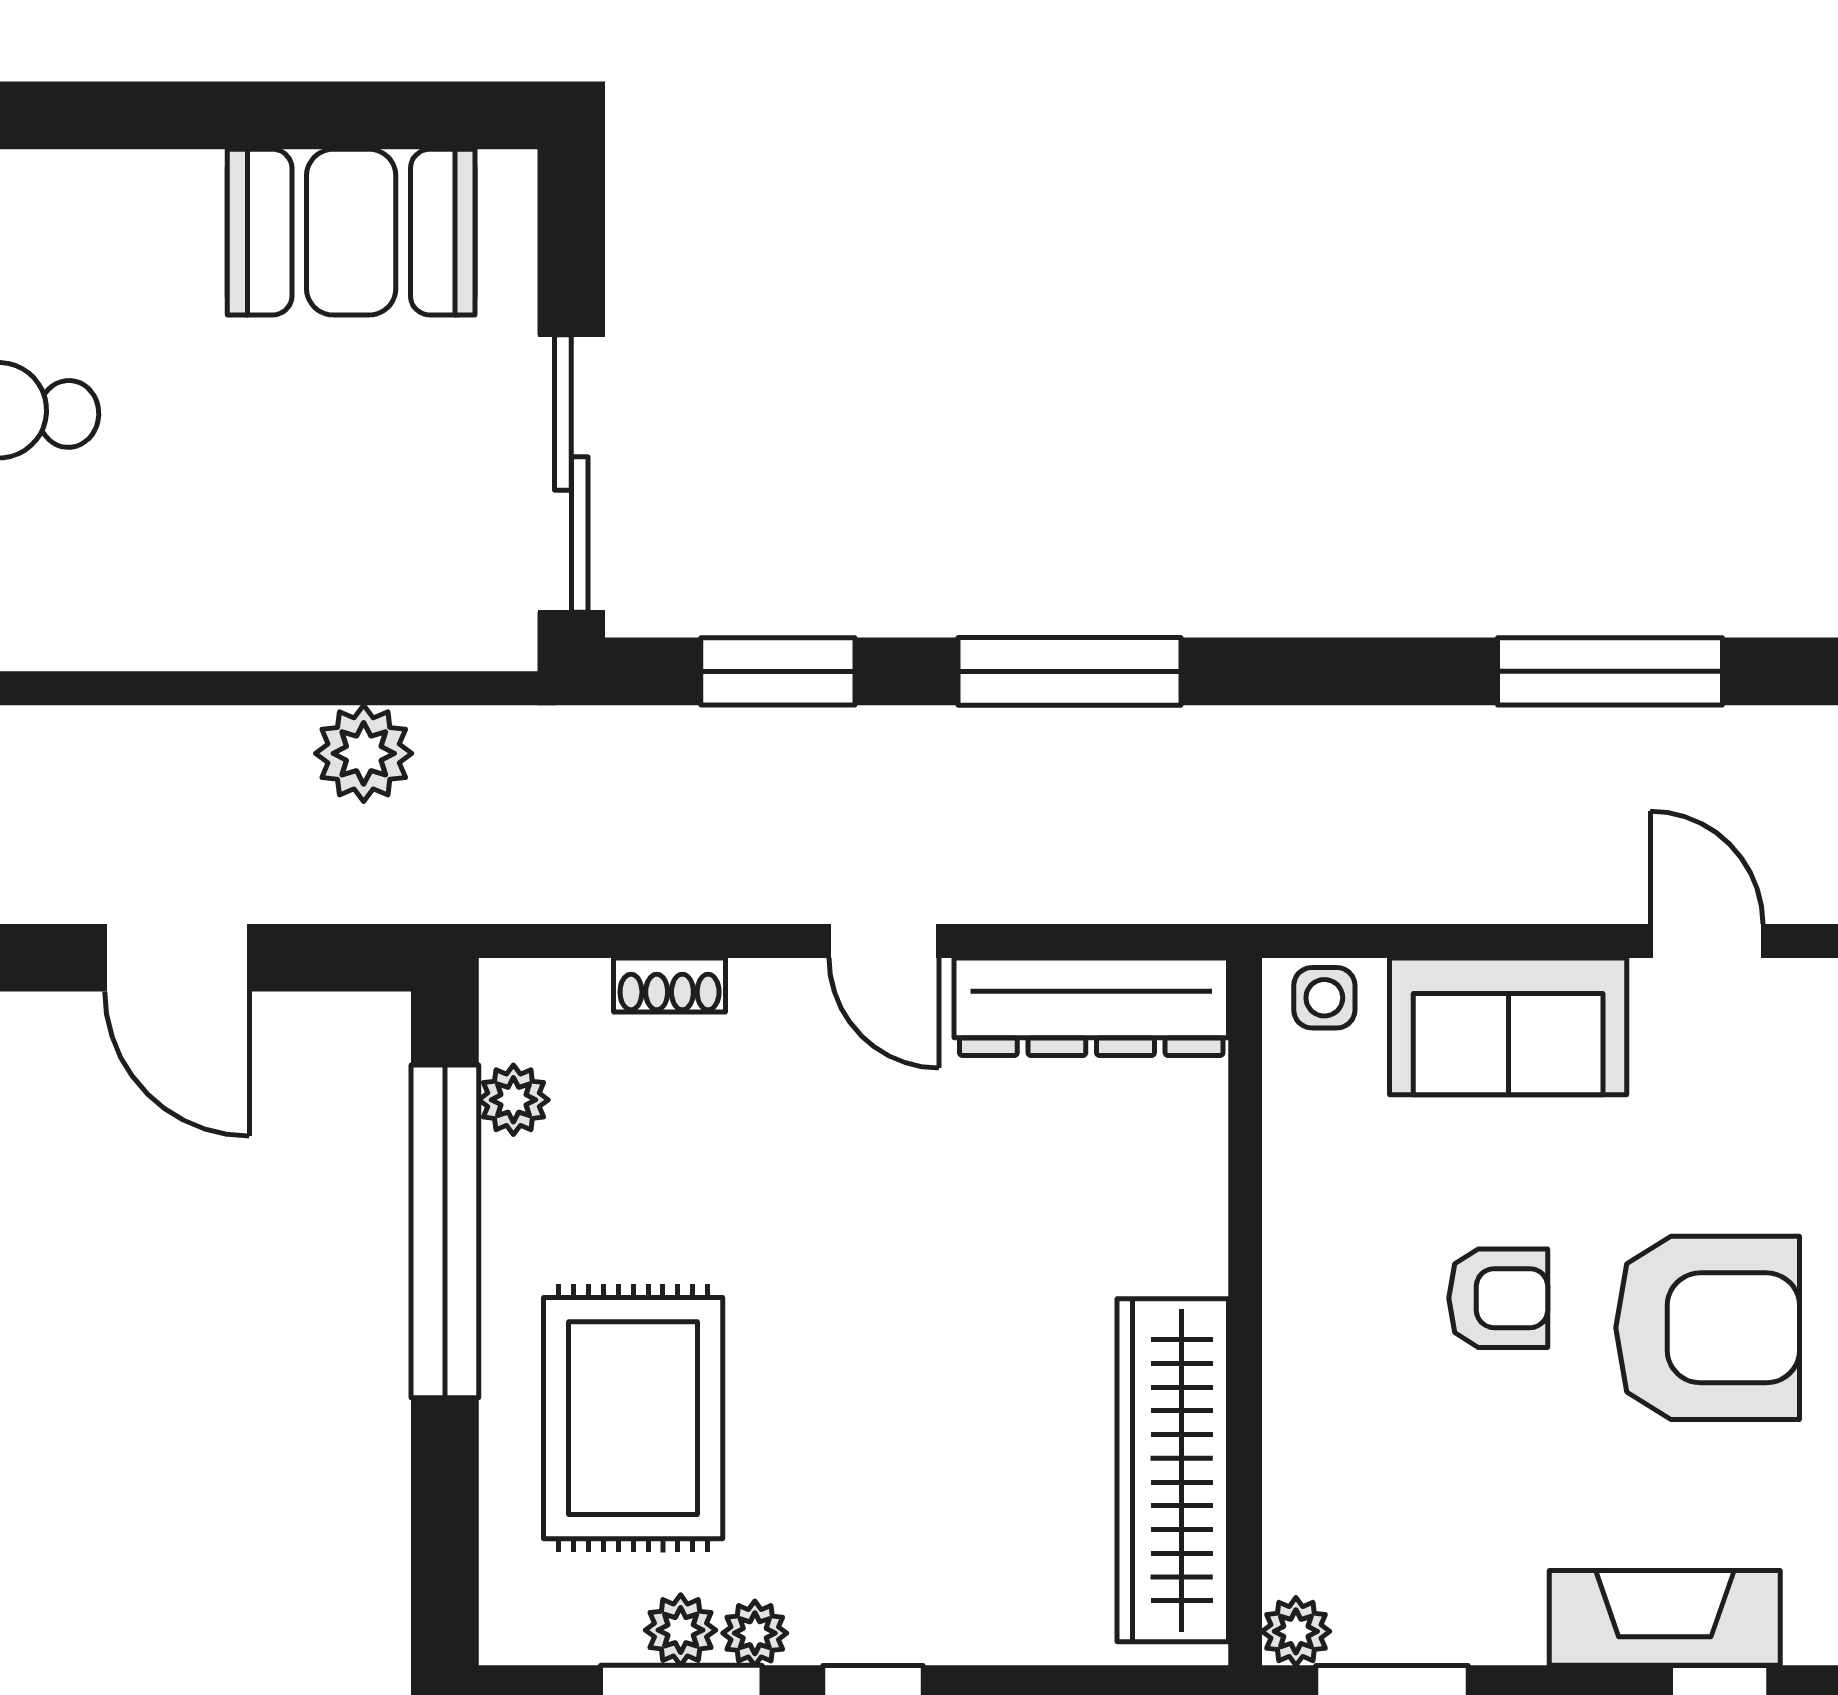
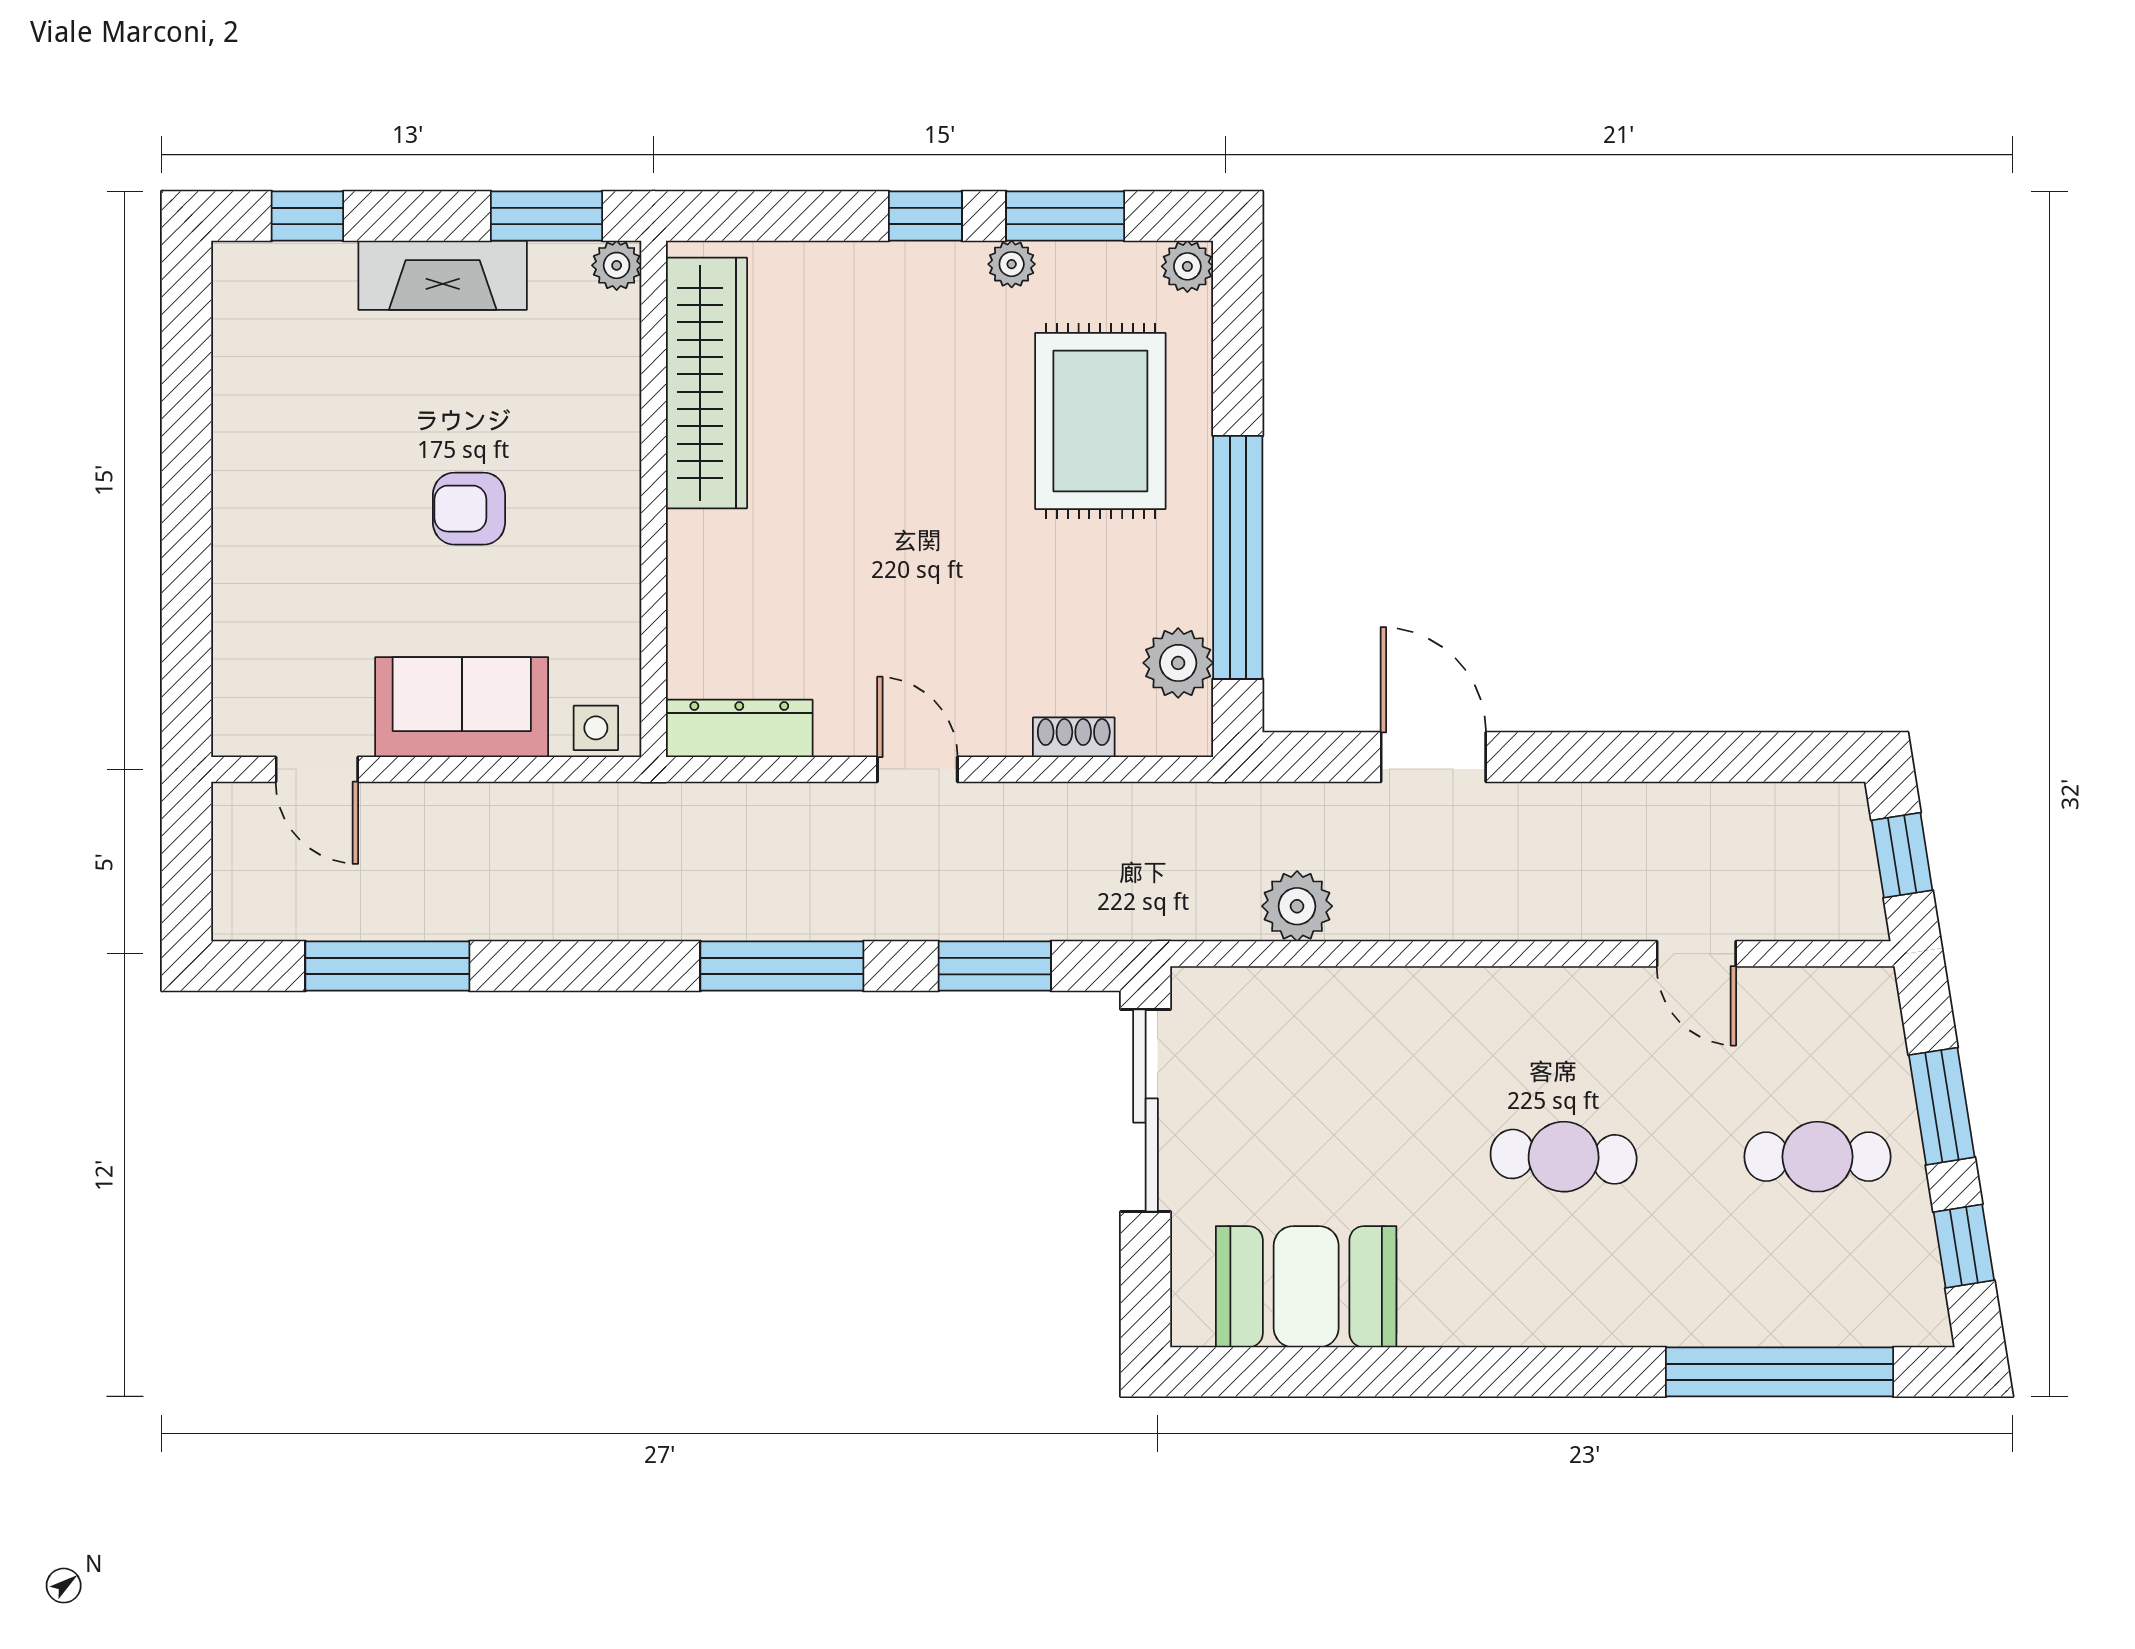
dresser: (1091, 1007) -> (739, 728), width x0.73, depth x0.80
plant: (513, 1100) -> (1178, 663), width x1.38, depth x1.38
armchair: (1708, 1328) -> (316, 487), removed
fireplace: (1665, 1618) -> (443, 275), moved
plant: (681, 1630) -> (1187, 266), moved

